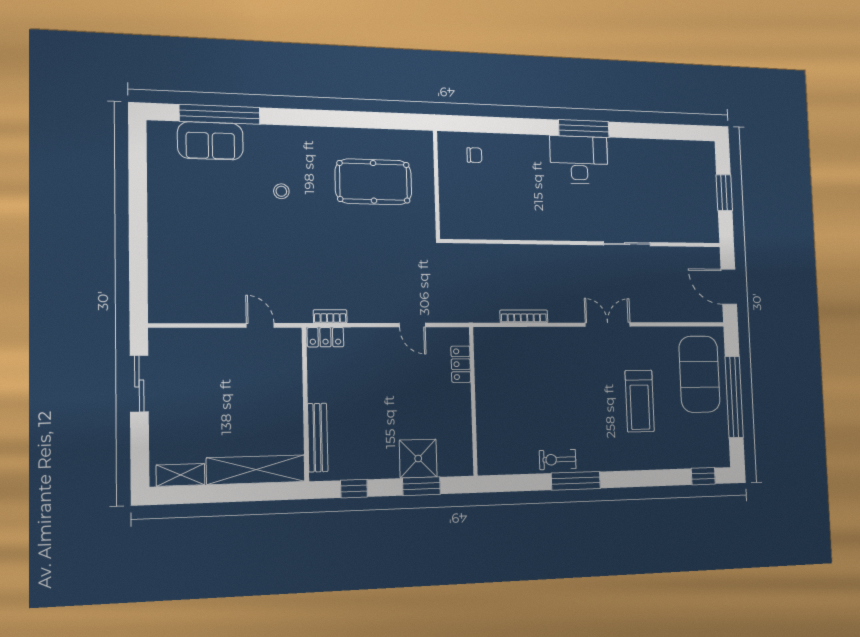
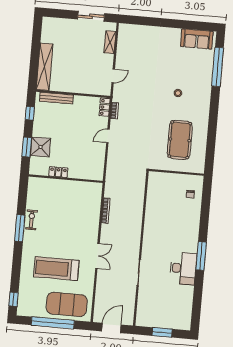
sofa: (210, 141) -> (197, 39), moved, turned -90
desk: (579, 160) -> (183, 268), moved
door: (412, 325) -> (108, 136), moved
locker: (461, 364) -> (58, 172), moved
treadmill: (640, 401) -> (56, 269), width x1.37, depth x1.38
shelving: (181, 475) -> (110, 42), moved

